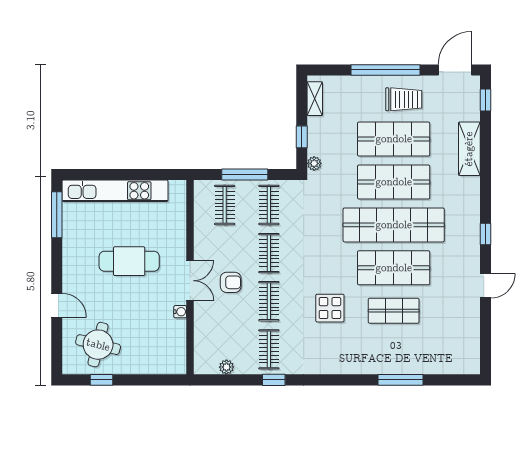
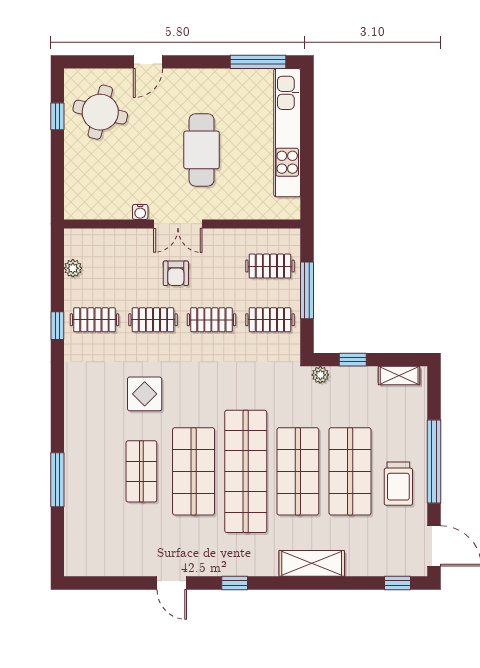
shelving: (469, 149) -> (312, 563), moved

